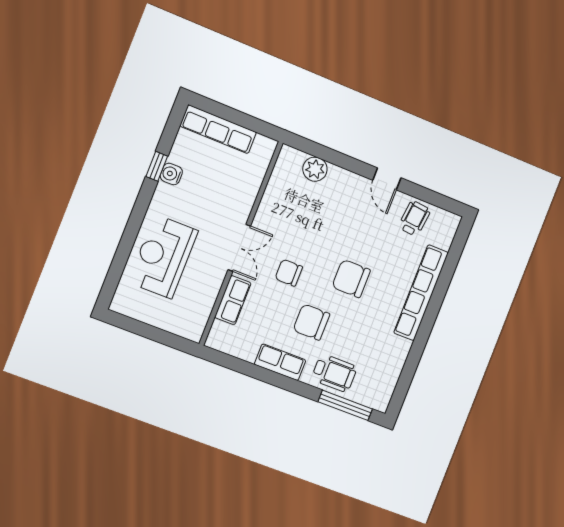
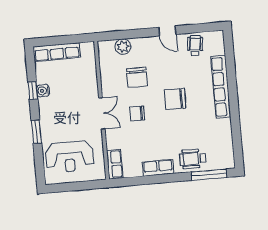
window: (133, 228) -> (36, 132), added
reception desk: (163, 257) -> (69, 157), moved, turned -90
row of seats: (233, 300) -> (115, 164), moved
chair: (311, 322) -> (137, 77), moved, turned -90
wheelchair: (334, 373) -> (193, 159), turned 180

